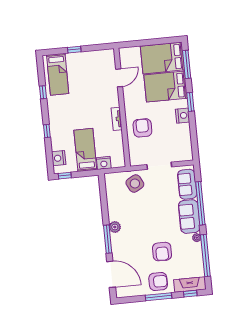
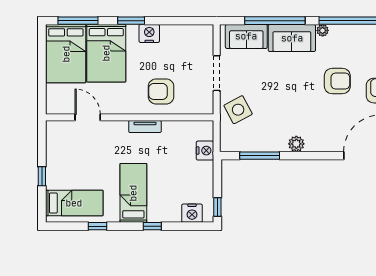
bed: (85, 150) -> (133, 193), moved, turned 90
window: (108, 239) -> (260, 156), moved

